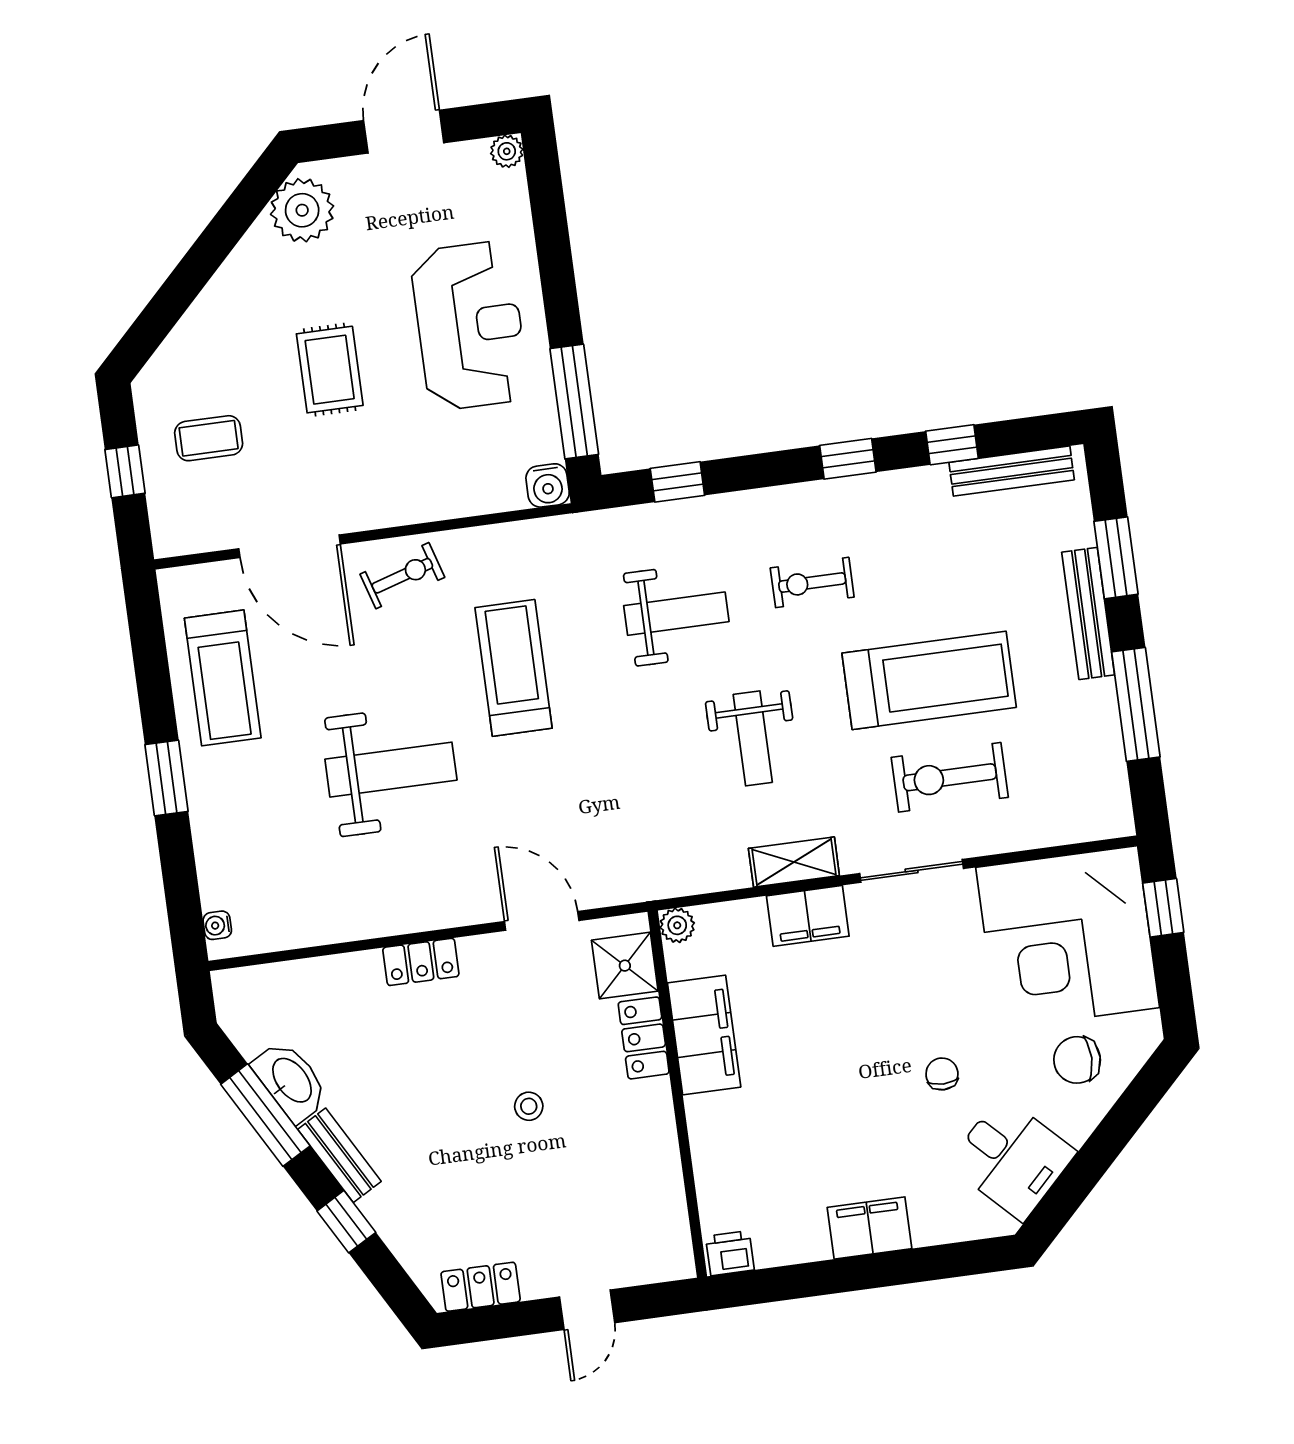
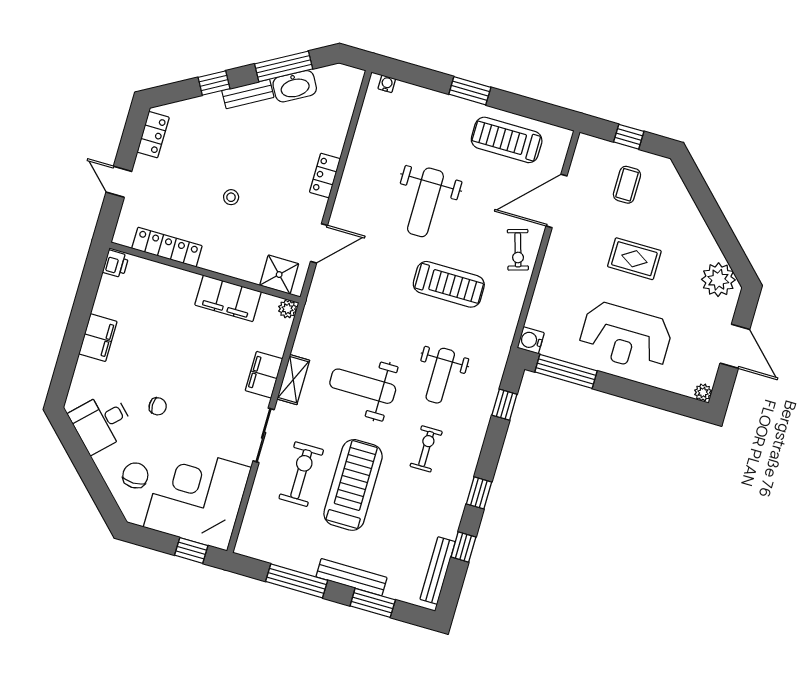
treadmill: (929, 680) -> (353, 485), turned 180
weight bench: (753, 738) -> (363, 386), width x1.36, depth x1.33
locker: (644, 1038) -> (167, 247), moved, width x1.53

